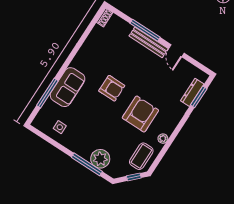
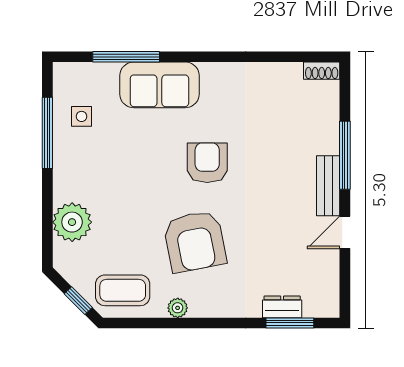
bench: (149, 42) -> (328, 186), width x0.73
armchair: (112, 88) -> (207, 163), turned 180
dresser: (192, 92) -> (282, 307), width x0.70
armchair: (140, 114) -> (195, 241), turned 79
window: (87, 164) -> (47, 133), moved

